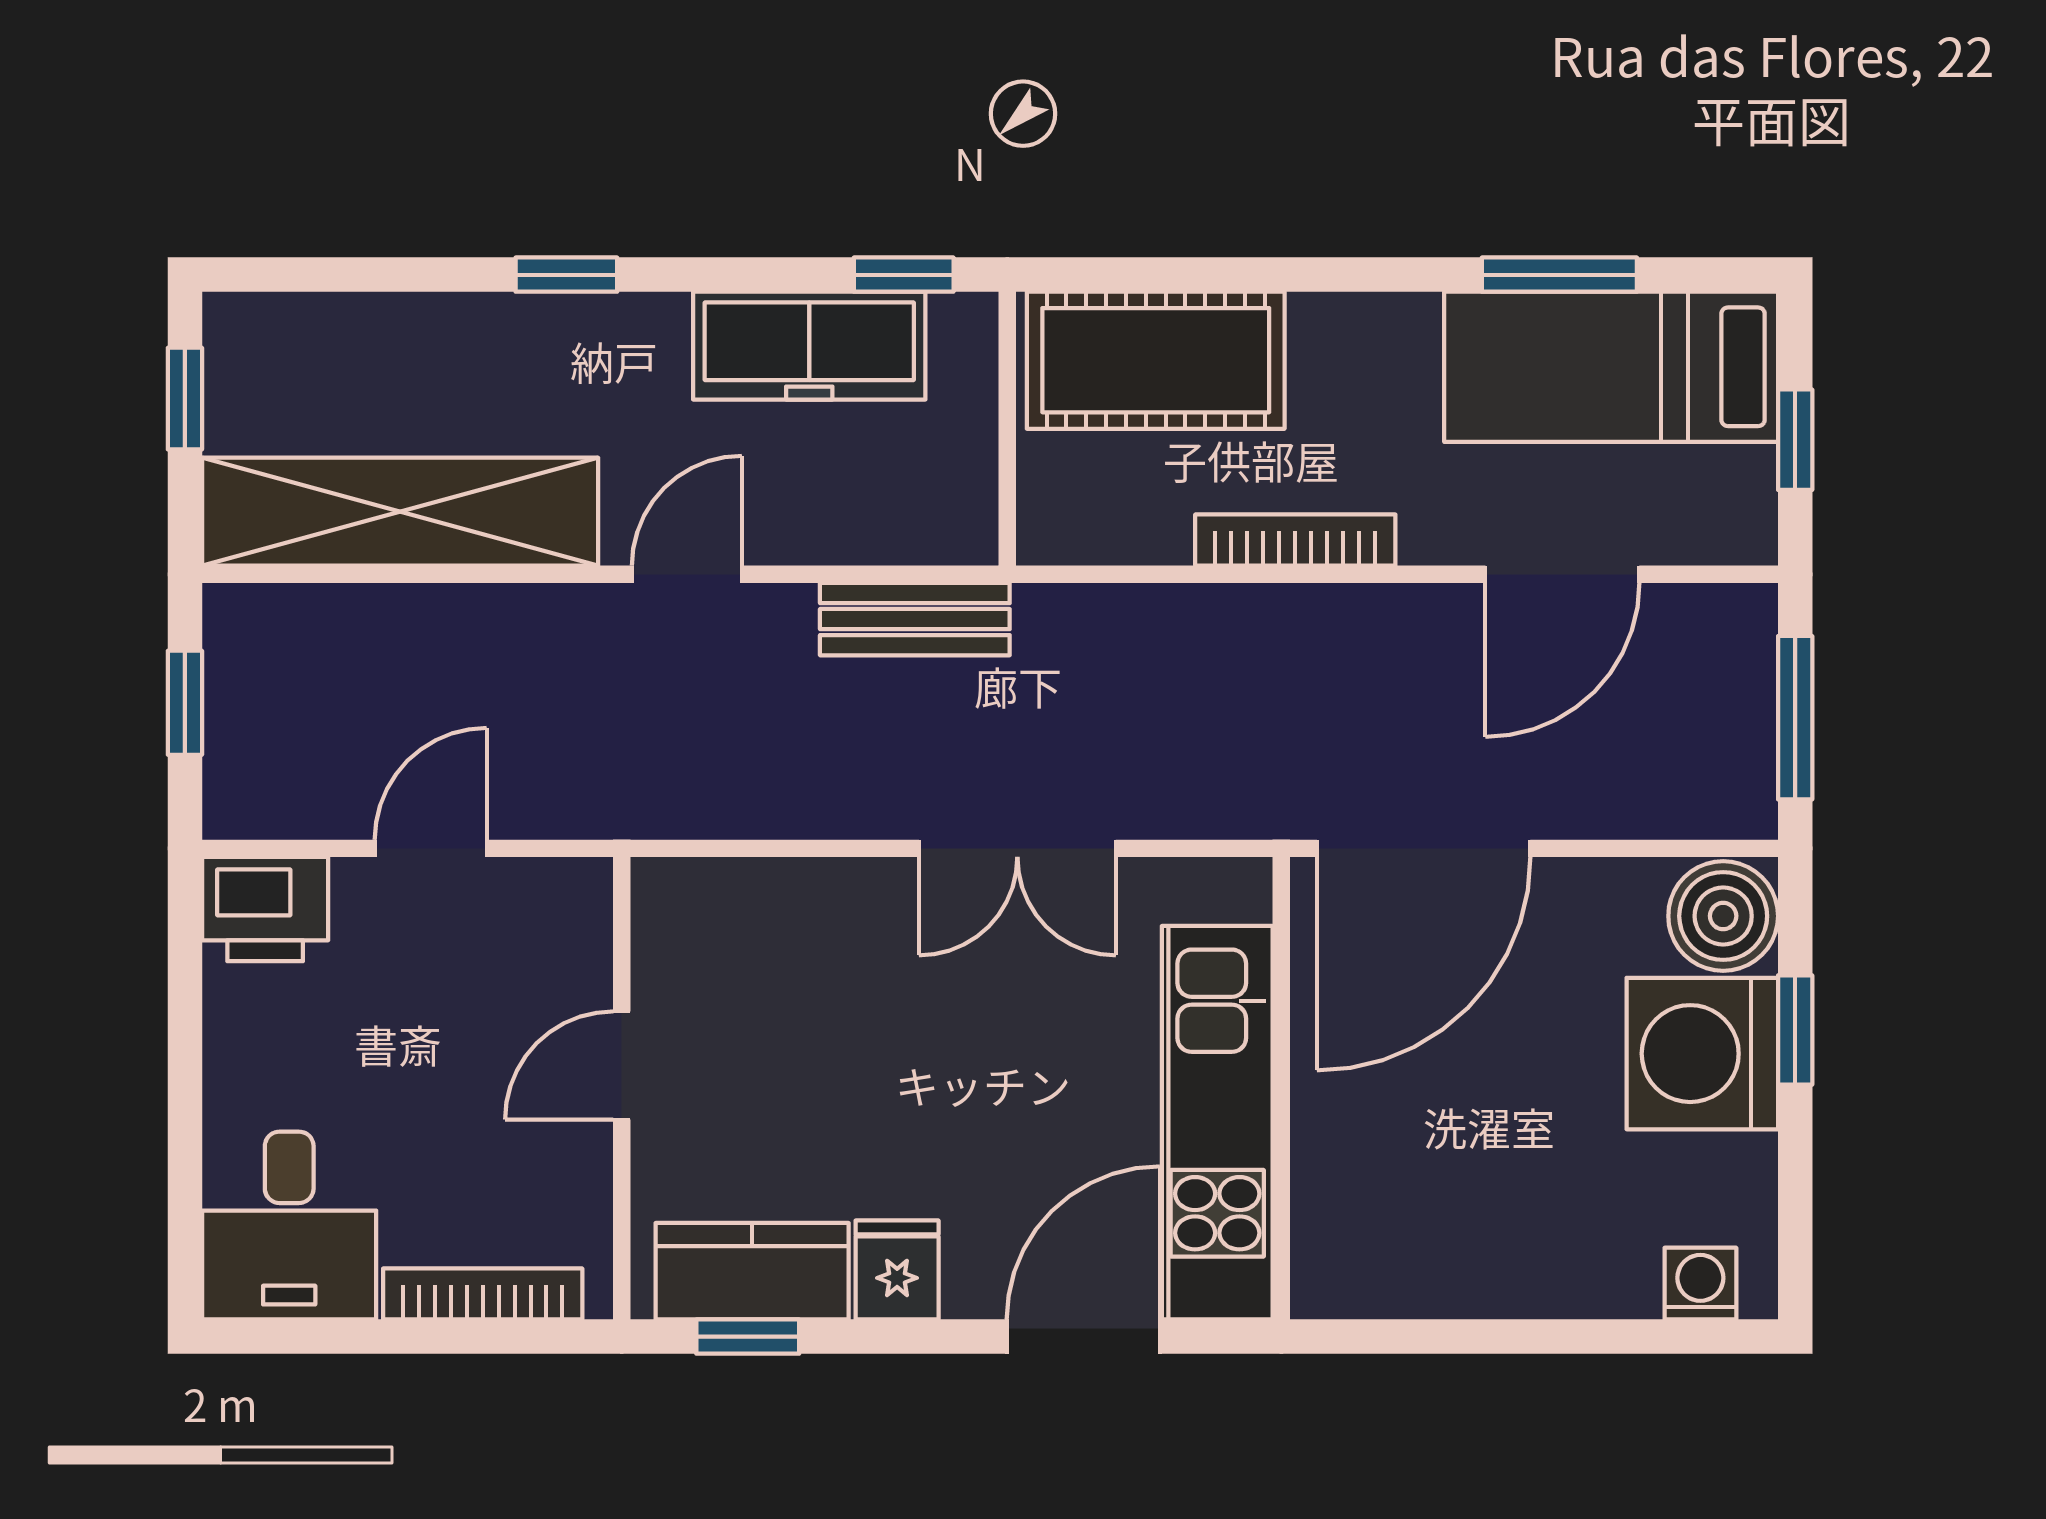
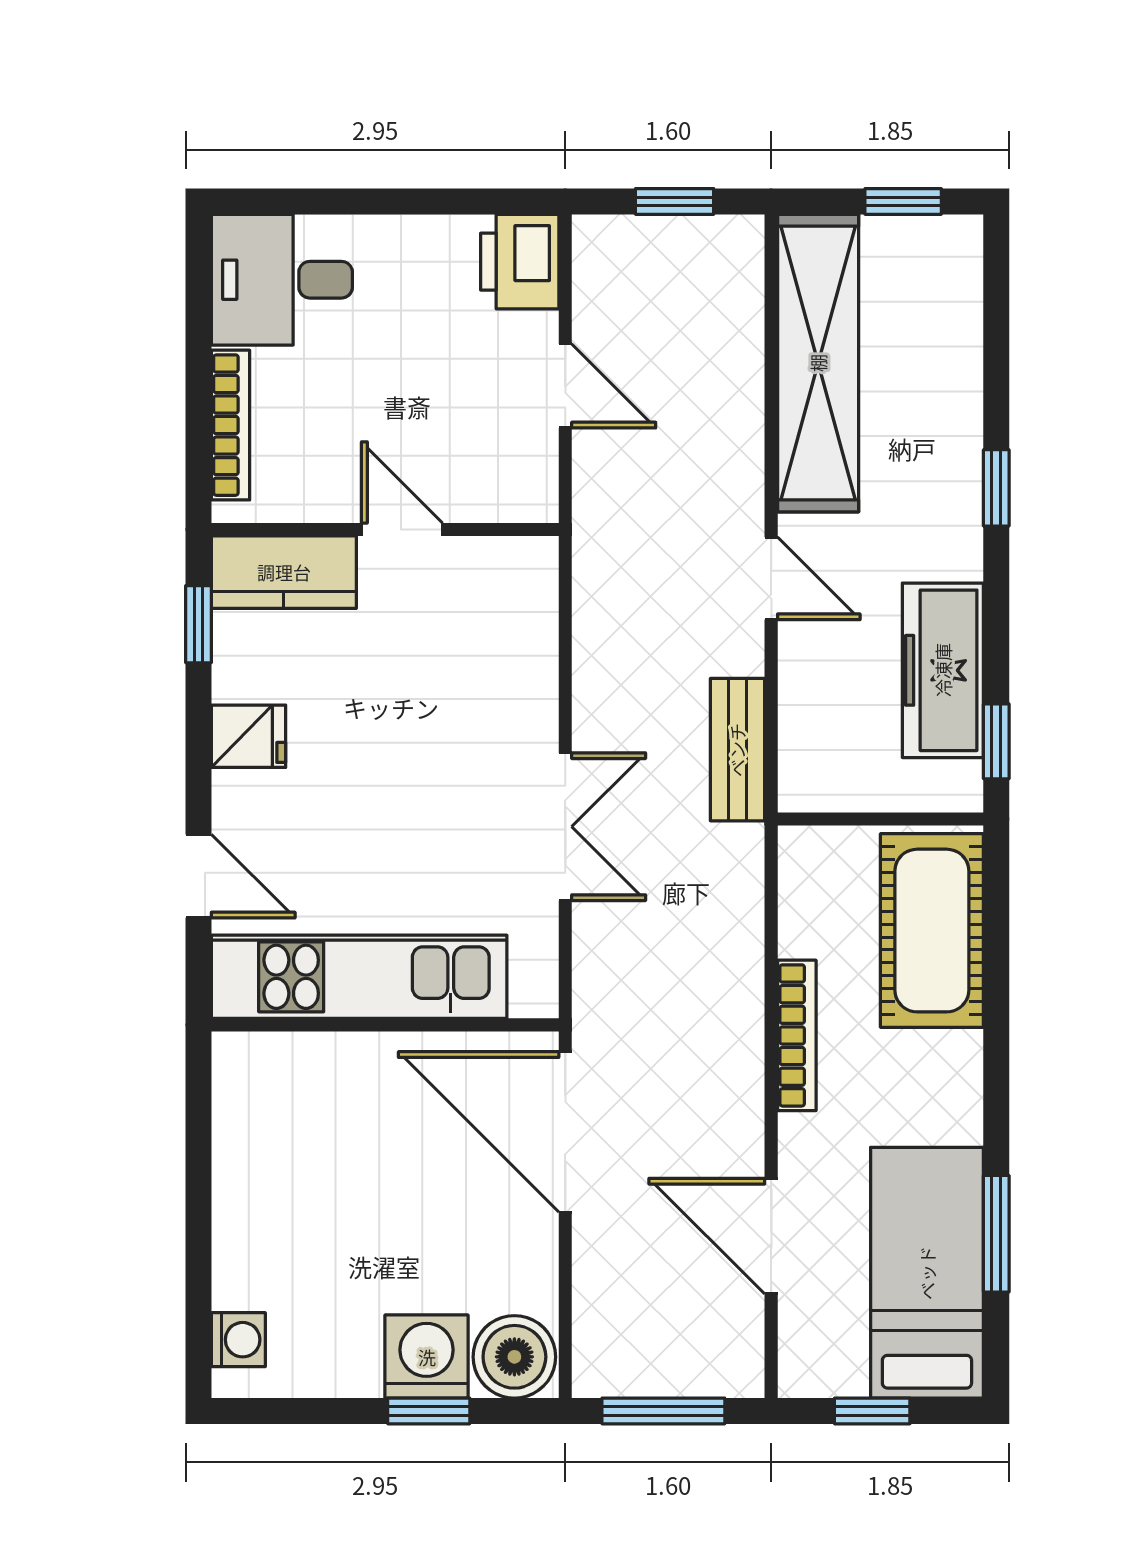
double door: (1017, 848) -> (565, 827), swing flipped
washing machine: (1702, 1054) -> (427, 1357), width x0.73, depth x0.73
kitchen counter: (752, 1271) -> (284, 572), moved, turned 90
door: (1083, 1337) -> (199, 876), width x0.73

